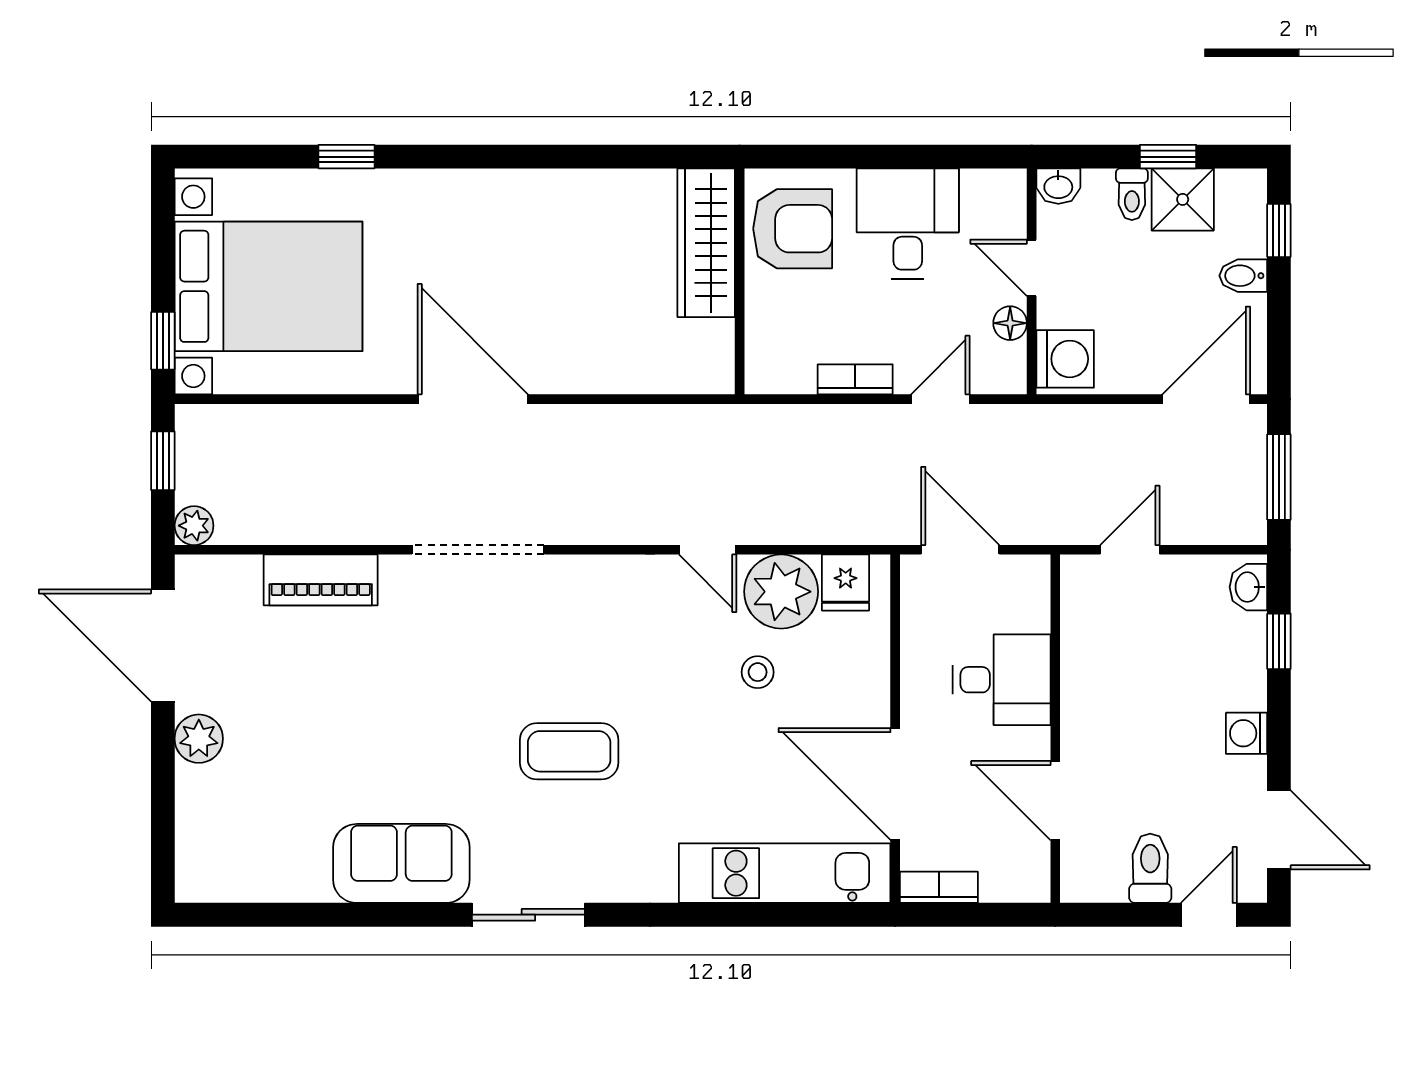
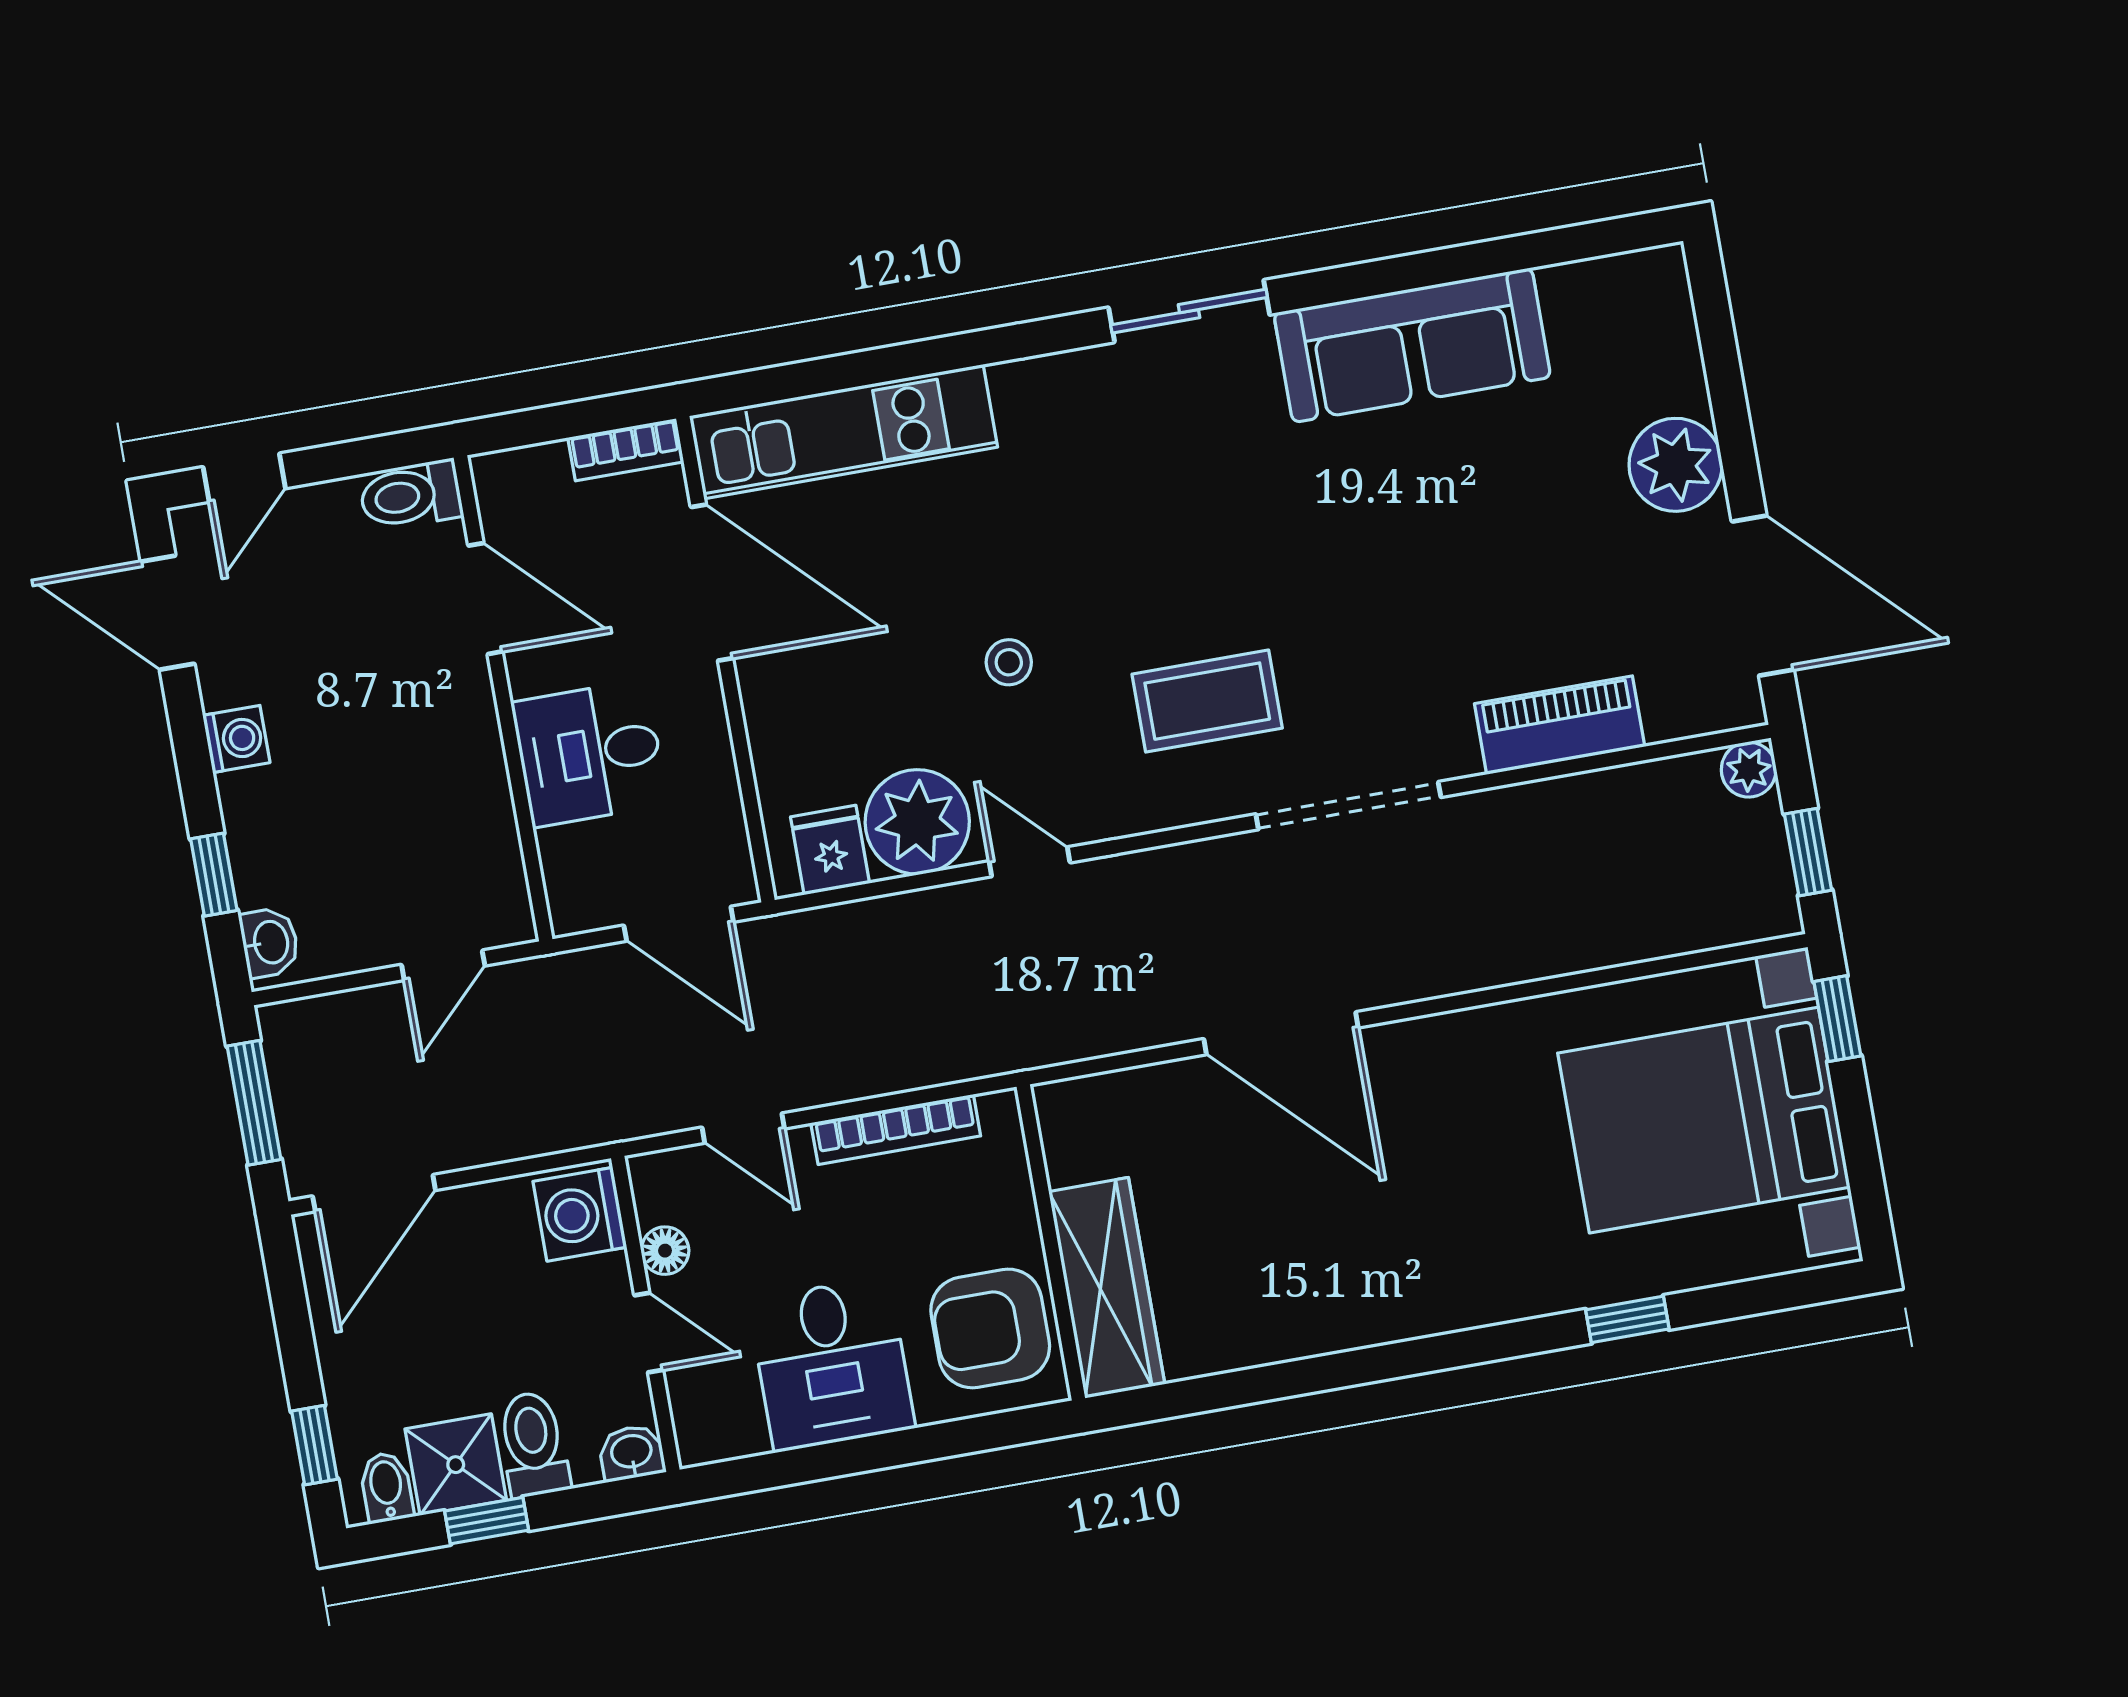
toilet: (1132, 194) -> (533, 1444), width x1.37, depth x1.39
bidet: (1243, 276) -> (386, 1487), moved, turned -90
bookcase: (855, 379) -> (896, 1129), width x1.56
door: (473, 399) -> (1281, 1033), moved
door: (940, 399) -> (743, 1128), hinge flipped
stool: (758, 672) -> (1009, 662), moved
plant: (199, 739) -> (1676, 465), width x1.36, depth x1.36
coffee table: (569, 751) -> (1207, 701), moved
sofa: (401, 863) -> (1412, 345), width x1.36
toilet: (1150, 868) -> (411, 495), moved, turned 90

